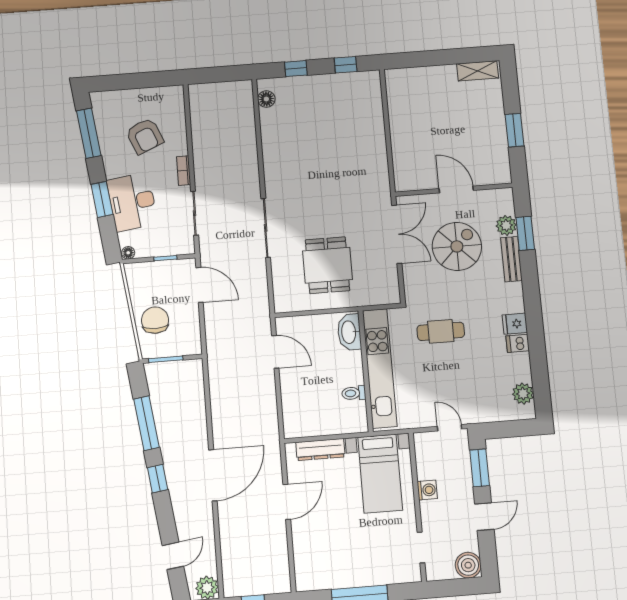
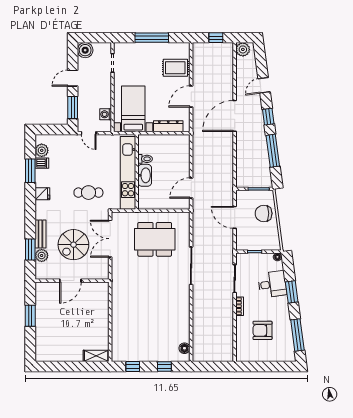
shelving: (478, 71) -> (96, 356), moved
armchair: (145, 136) -> (263, 330), turned -67
door: (456, 189) -> (70, 281), hinge flipped
desk: (132, 202) -> (272, 284), width x0.73
double door: (397, 234) -> (110, 239), moved
dining table: (327, 265) -> (155, 239), width x1.38
door: (200, 285) -> (235, 217), moved
chair: (155, 320) -> (264, 213), turned 90
washbasin: (349, 332) -> (145, 175), moved
dishwasher: (518, 343) -> (42, 163), moved
door: (275, 352) -> (191, 188), hinge flipped
window: (538, 359) -> (30, 171), added
washing machine: (427, 490) -> (106, 114), moved
rug: (317, 548) -> (175, 68), added
door: (173, 556) -> (264, 85), moved

